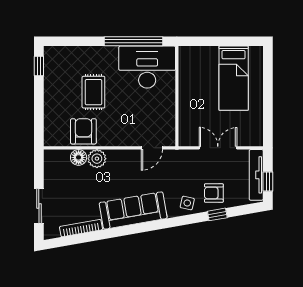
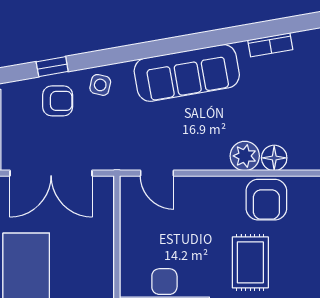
door: (152, 148) -> (157, 173), swing flipped
double door: (218, 148) -> (51, 173), width x1.37
bookcase: (81, 228) -> (270, 45), width x0.64

